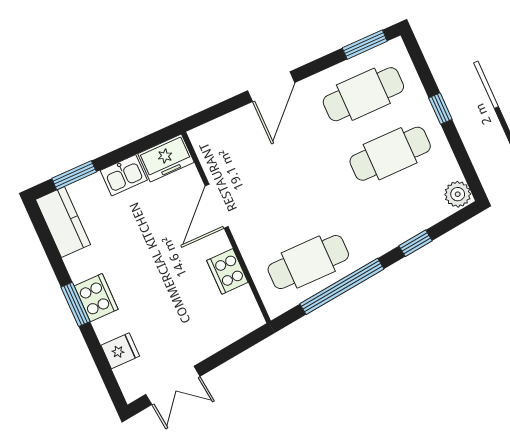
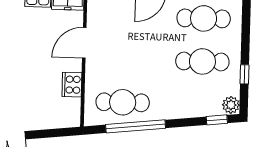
window: (440, 109) -> (245, 74), moved
window: (416, 243) -> (217, 120), moved

